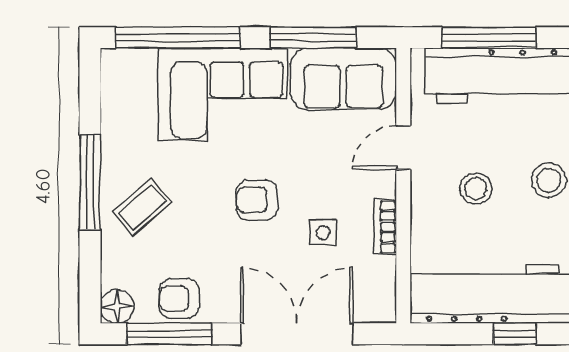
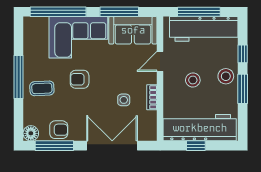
armchair: (257, 200) -> (80, 79), moved
coffee table: (142, 207) -> (42, 88), turned 38
armchair: (179, 299) -> (59, 130), turned 180
window: (515, 334) -> (196, 146), moved

